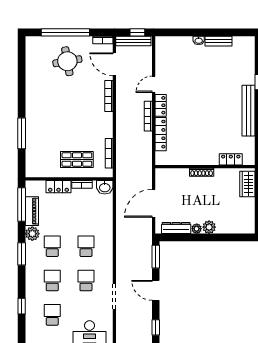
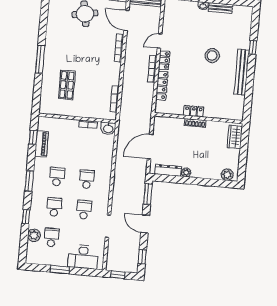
stool: (214, 95) -> (212, 56), added
window: (22, 133) -> (40, 59), moved
shop shelf: (77, 159) -> (67, 85), moved, turned 90
locker: (231, 159) -> (194, 111), moved
locker: (59, 187) -> (67, 124), removed
window: (22, 205) -> (33, 137), width x0.46
plant: (209, 227) -> (227, 175), moved
plant: (32, 234) -> (34, 235), moved
window: (22, 306) -> (26, 217), moved

